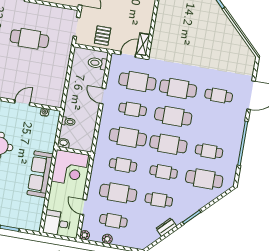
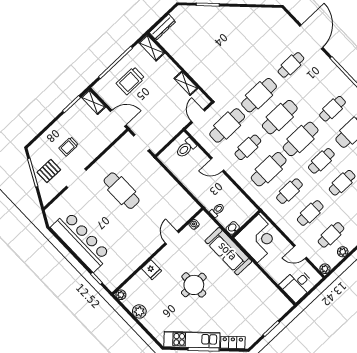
pallet: (103, 36) -> (166, 126), removed
cafe table: (29, 39) -> (122, 191), turned 90
shelving: (143, 44) -> (186, 83), moved
sofa: (40, 174) -> (228, 251), moved
cafe table: (118, 193) -> (310, 213), width x0.73, depth x0.74

